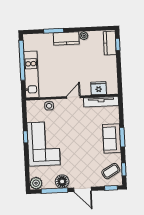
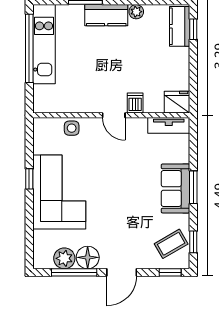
kitchen unit: (31, 74) -> (44, 44), moved
fridge: (99, 88) -> (177, 102), moved
dishwasher: (86, 89) -> (135, 103), added
door: (73, 97) -> (114, 115), swing flipped
tv unit: (101, 102) -> (169, 125), width x0.71
plant: (36, 183) -> (64, 258), moved
door: (82, 189) -> (122, 272), hinge flipped

